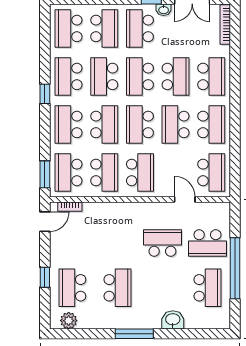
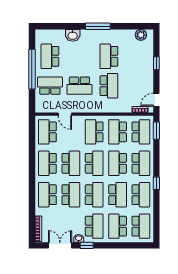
school desk: (176, 76) -> (71, 195), turned 180
school desk: (72, 288) -> (109, 86), moved

